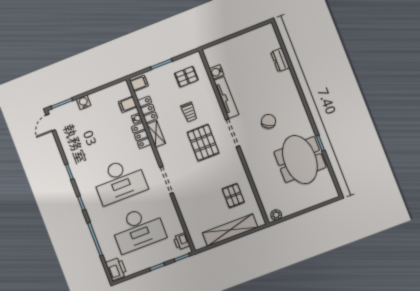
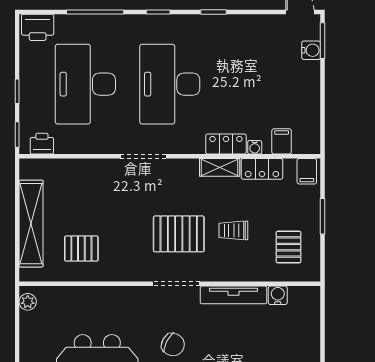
water cooler: (84, 102) -> (311, 50), moved

